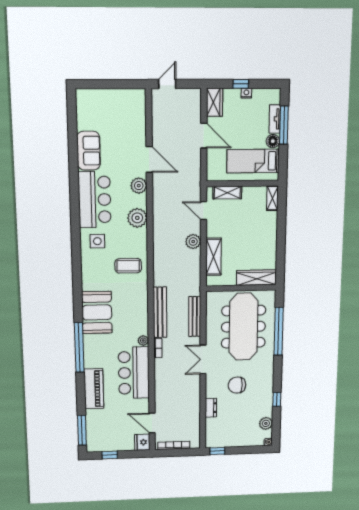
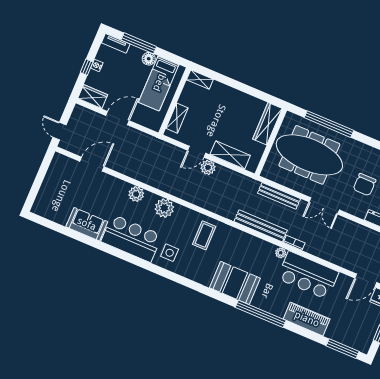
tv unit: (275, 119) -> (116, 43), moved
door: (149, 159) -> (92, 164), moved
door: (203, 211) -> (197, 152), moved

